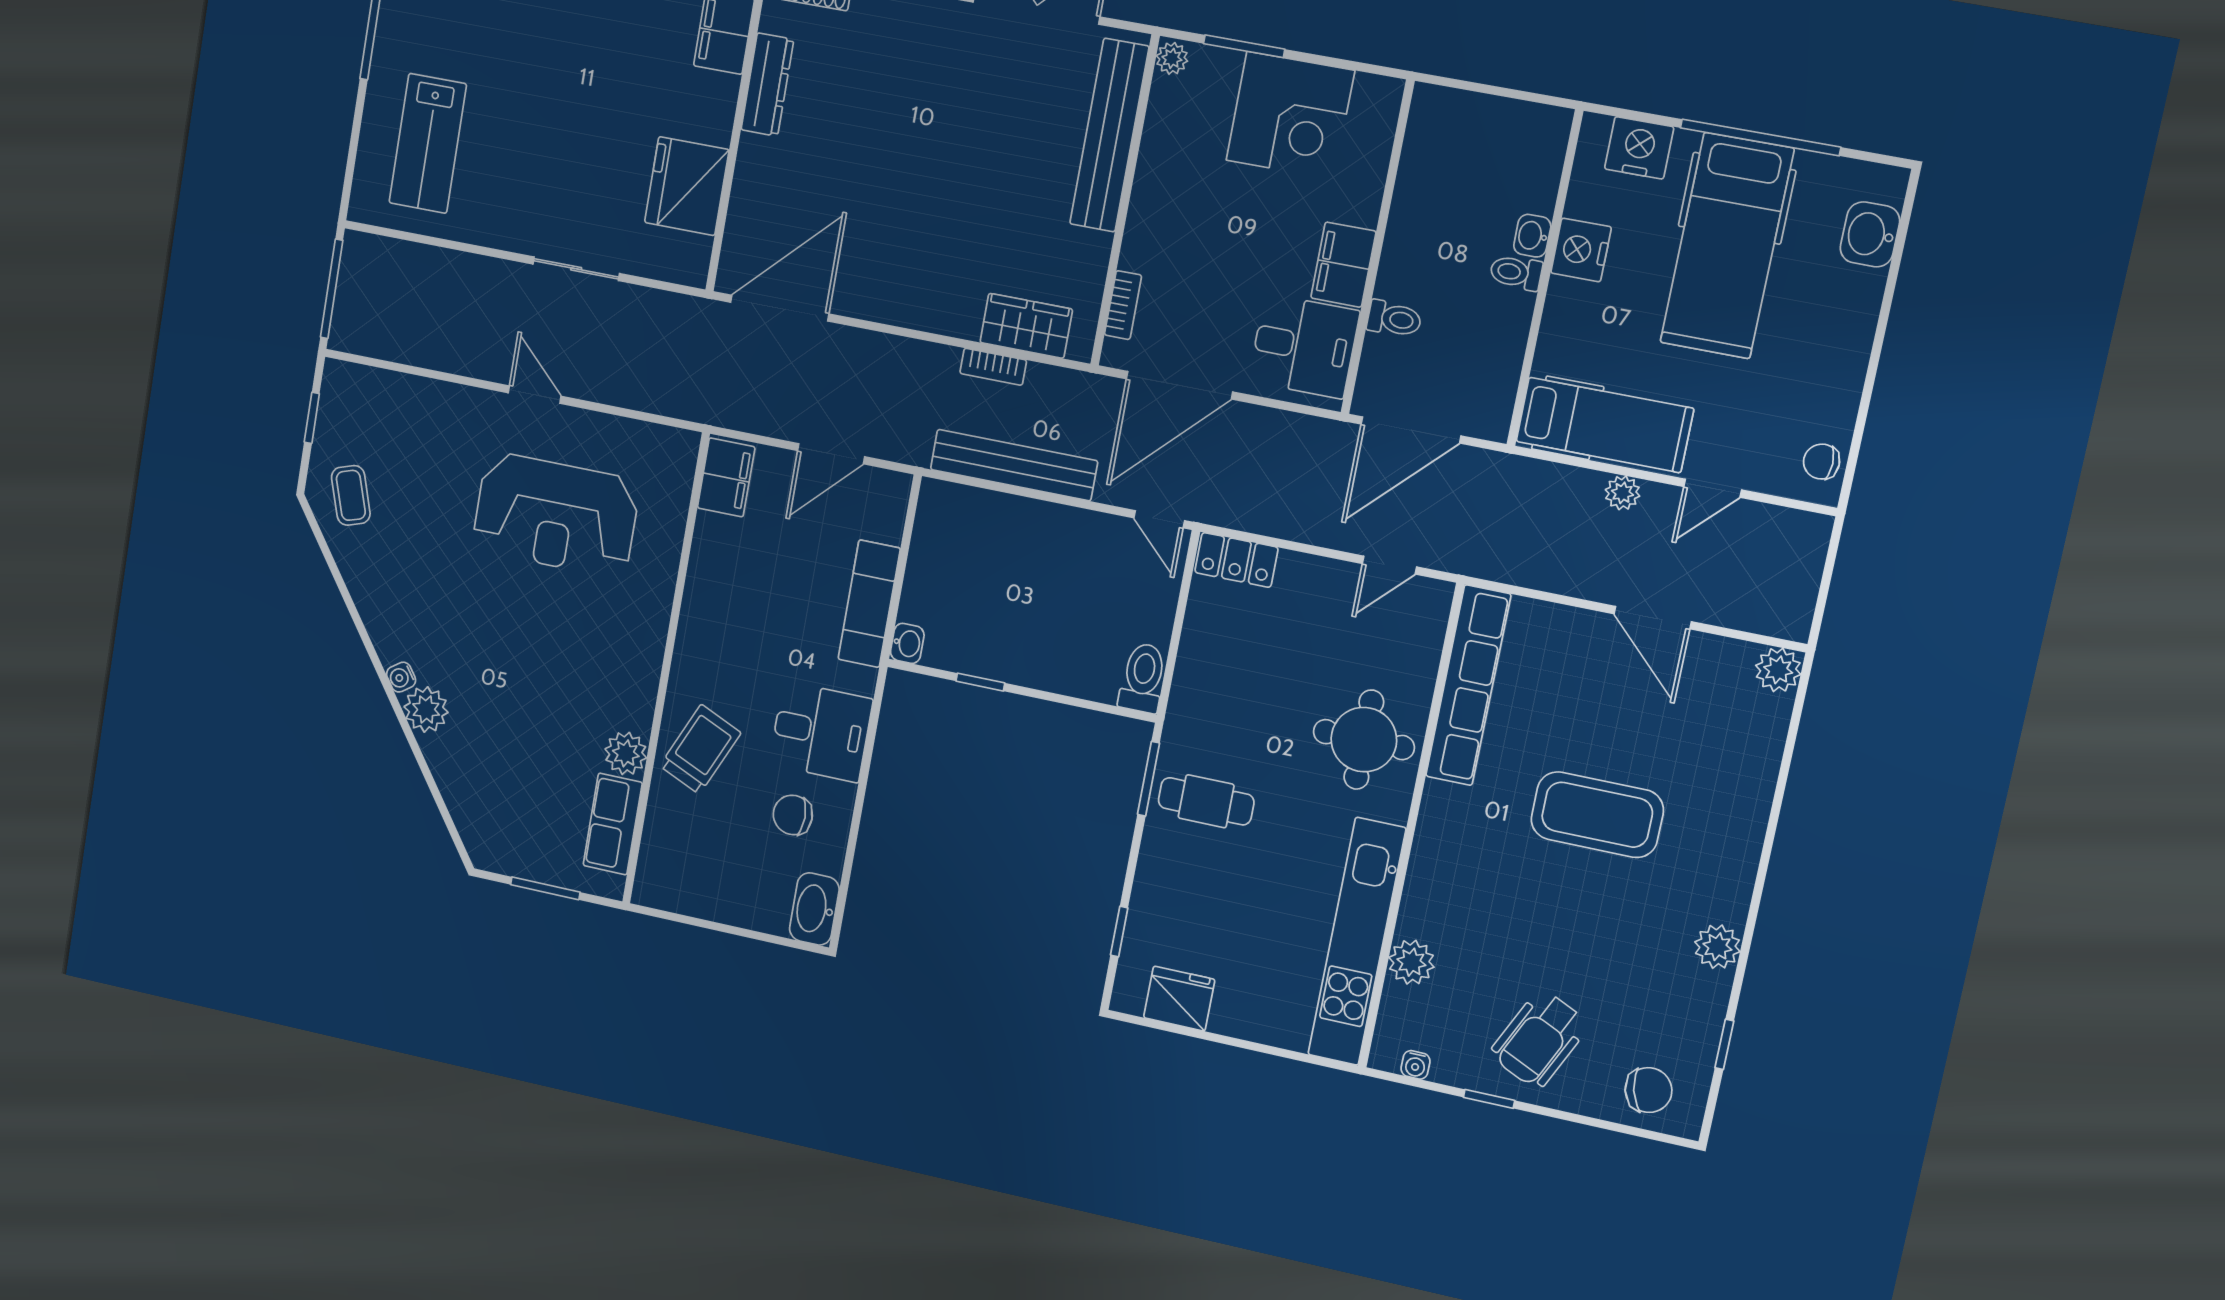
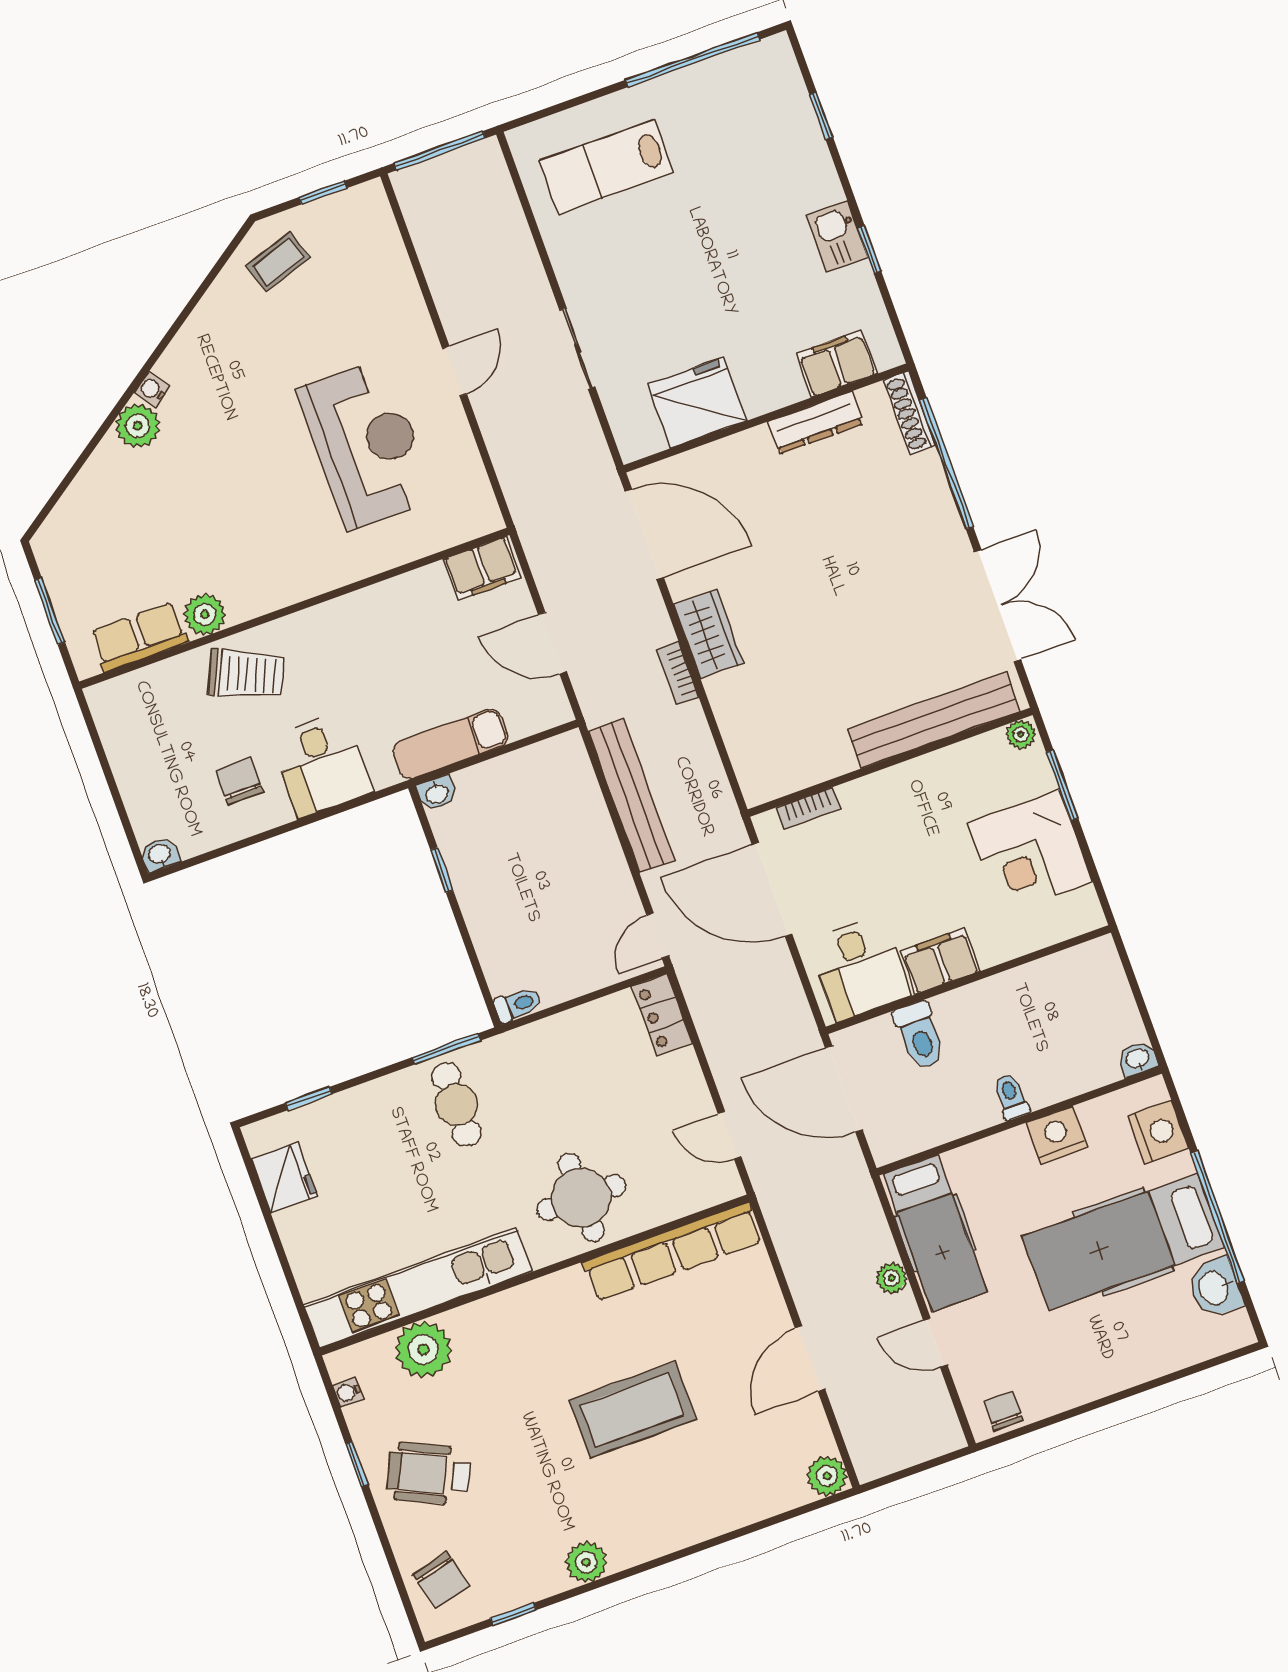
washbasin: (1870, 234) -> (1215, 1288), moved, turned -90
washbasin: (1532, 236) -> (1138, 1059), moved
toilet: (1394, 319) -> (920, 1035), width x1.37, depth x1.39
wardrobe: (1026, 326) -> (709, 634), moved
bookcase: (993, 367) -> (678, 673), moved
reception desk: (556, 515) -> (366, 444), turned 180
toilet: (1143, 678) -> (518, 1004), width x0.73, depth x0.72
coffee table: (1597, 815) -> (633, 1410), turned 90
washbasin: (814, 909) -> (160, 855), width x0.52, depth x0.69
plant: (1411, 962) -> (423, 1349), width x1.36, depth x1.36

